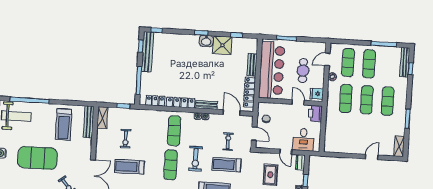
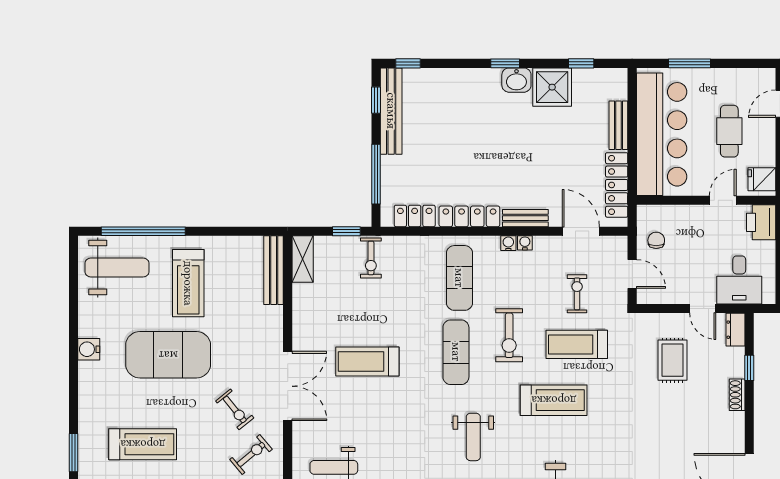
door: (298, 102) -> (723, 200), hinge flipped
treadmill: (64, 124) -> (188, 283), moved
exercise bike: (126, 139) -> (371, 258), moved

